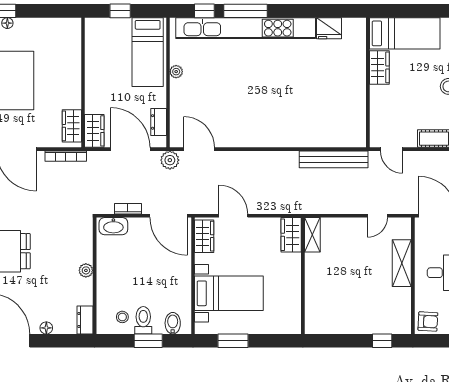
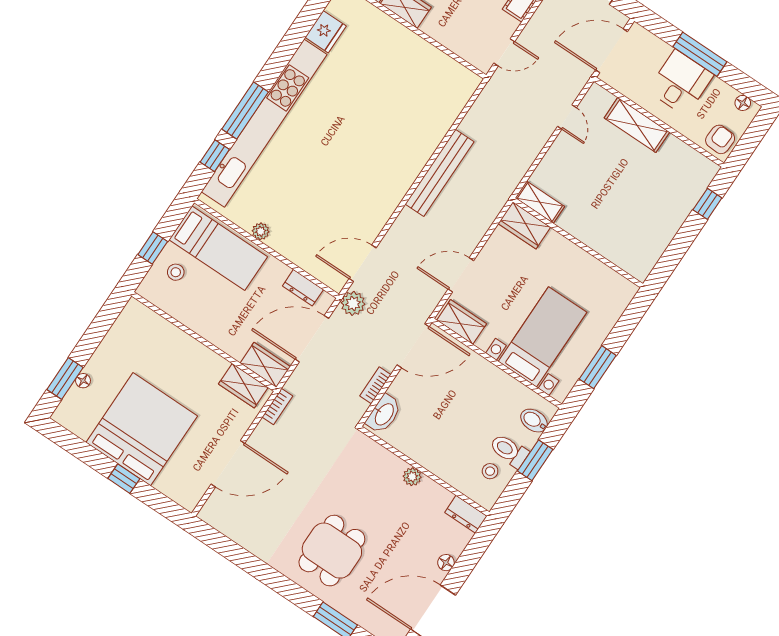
stool: (115, 36) -> (176, 272), added
bookcase: (66, 156) -> (277, 407), width x0.64
bench: (334, 159) -> (440, 173), moved

